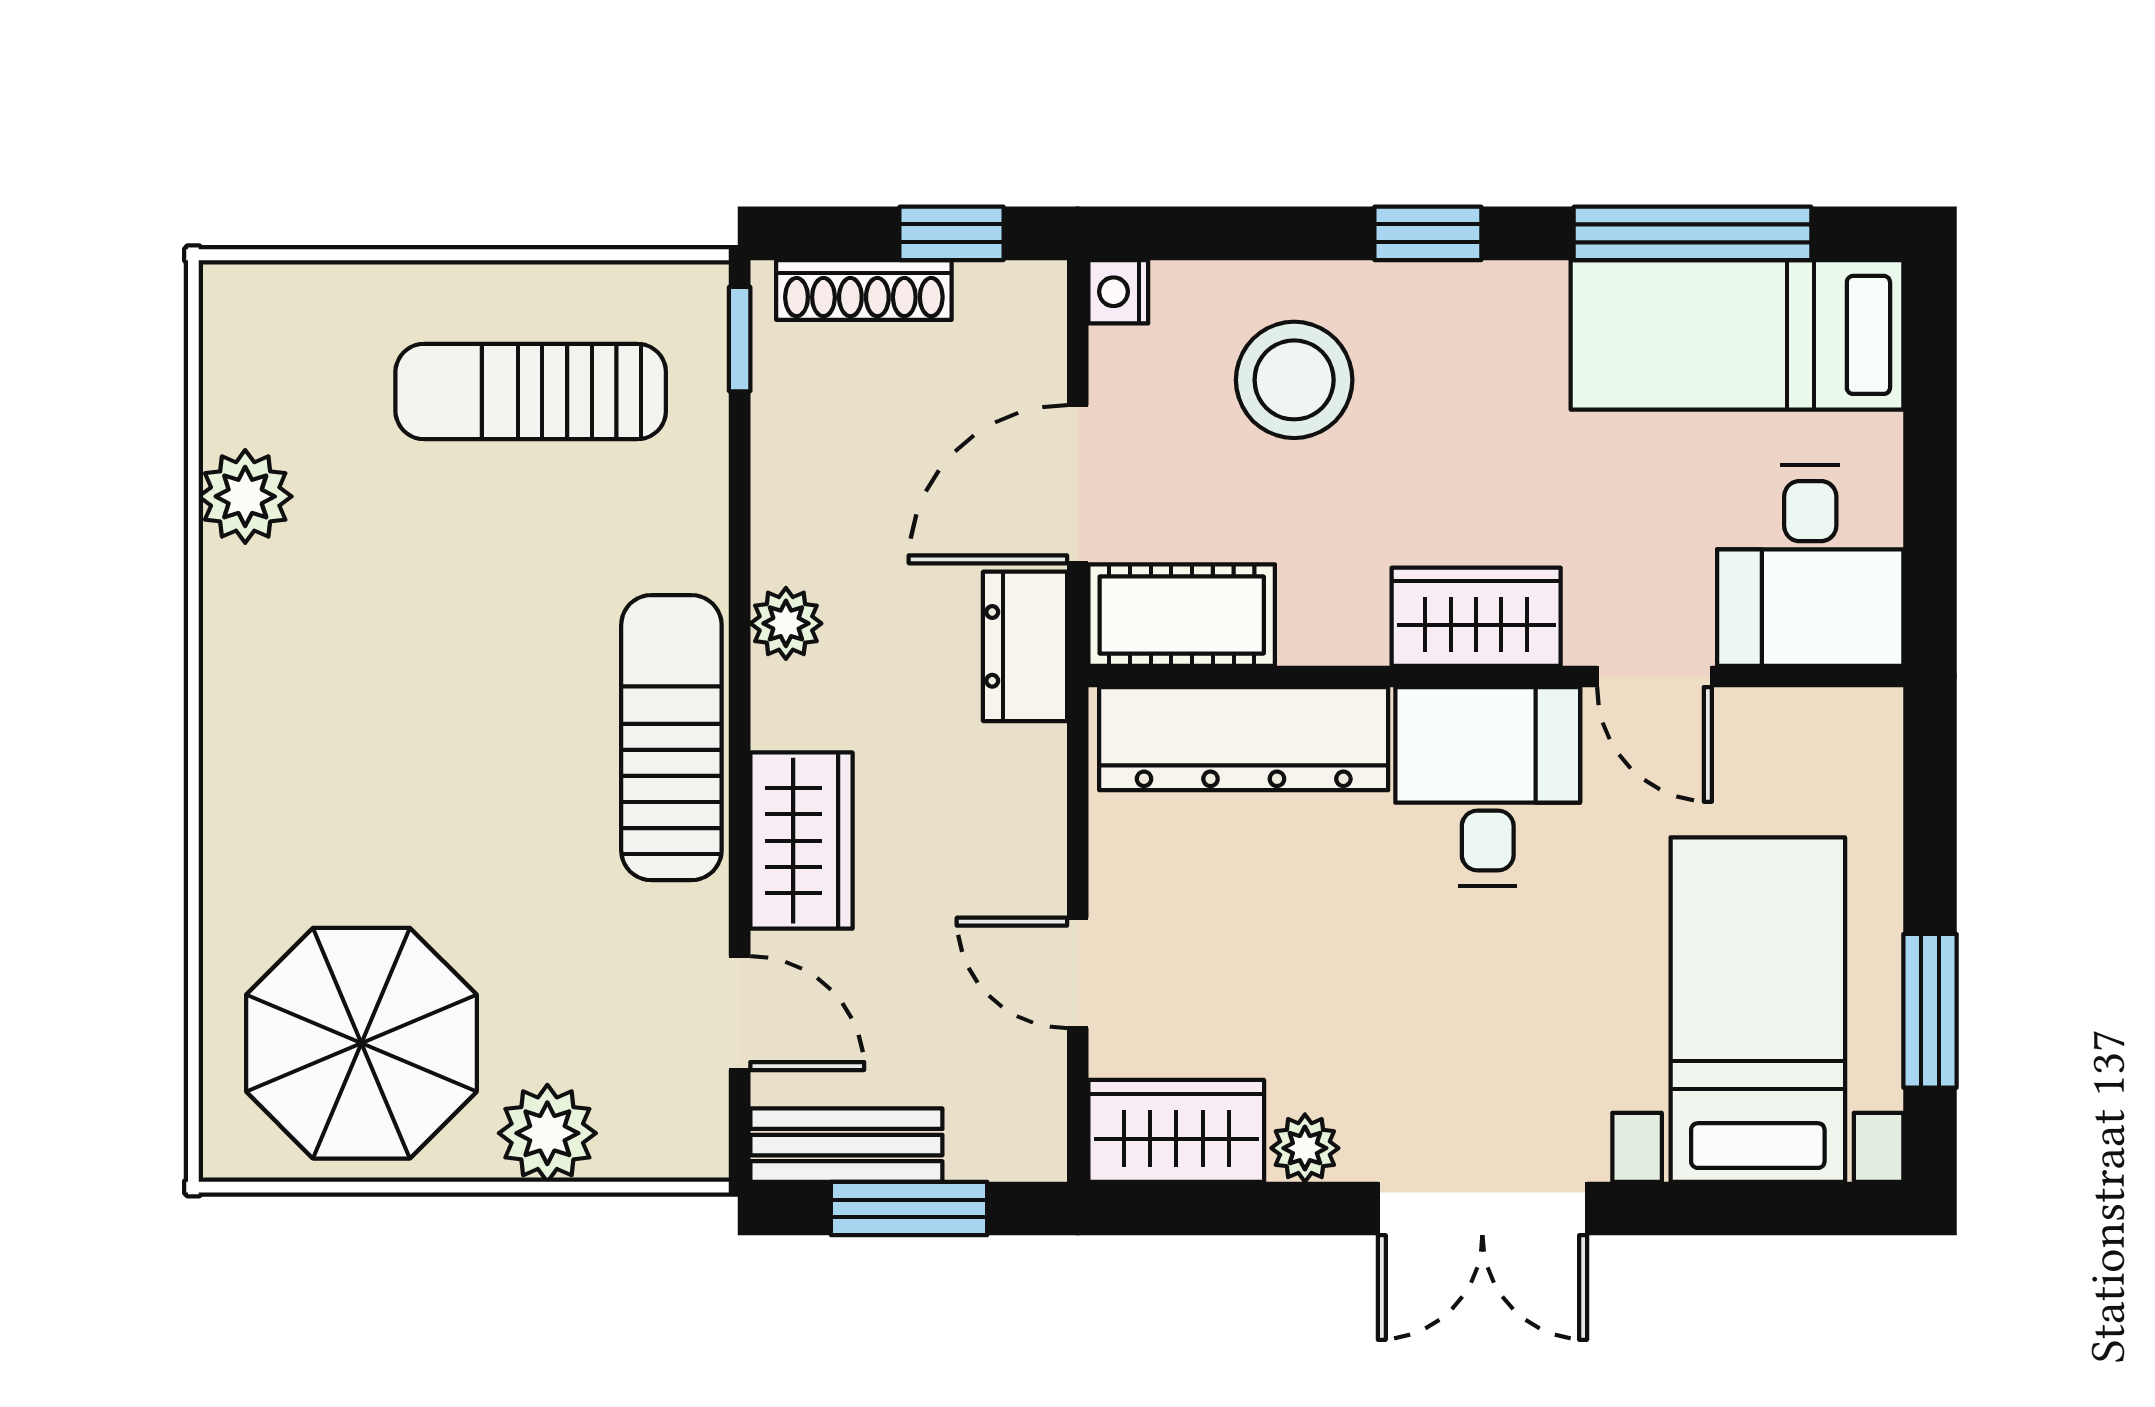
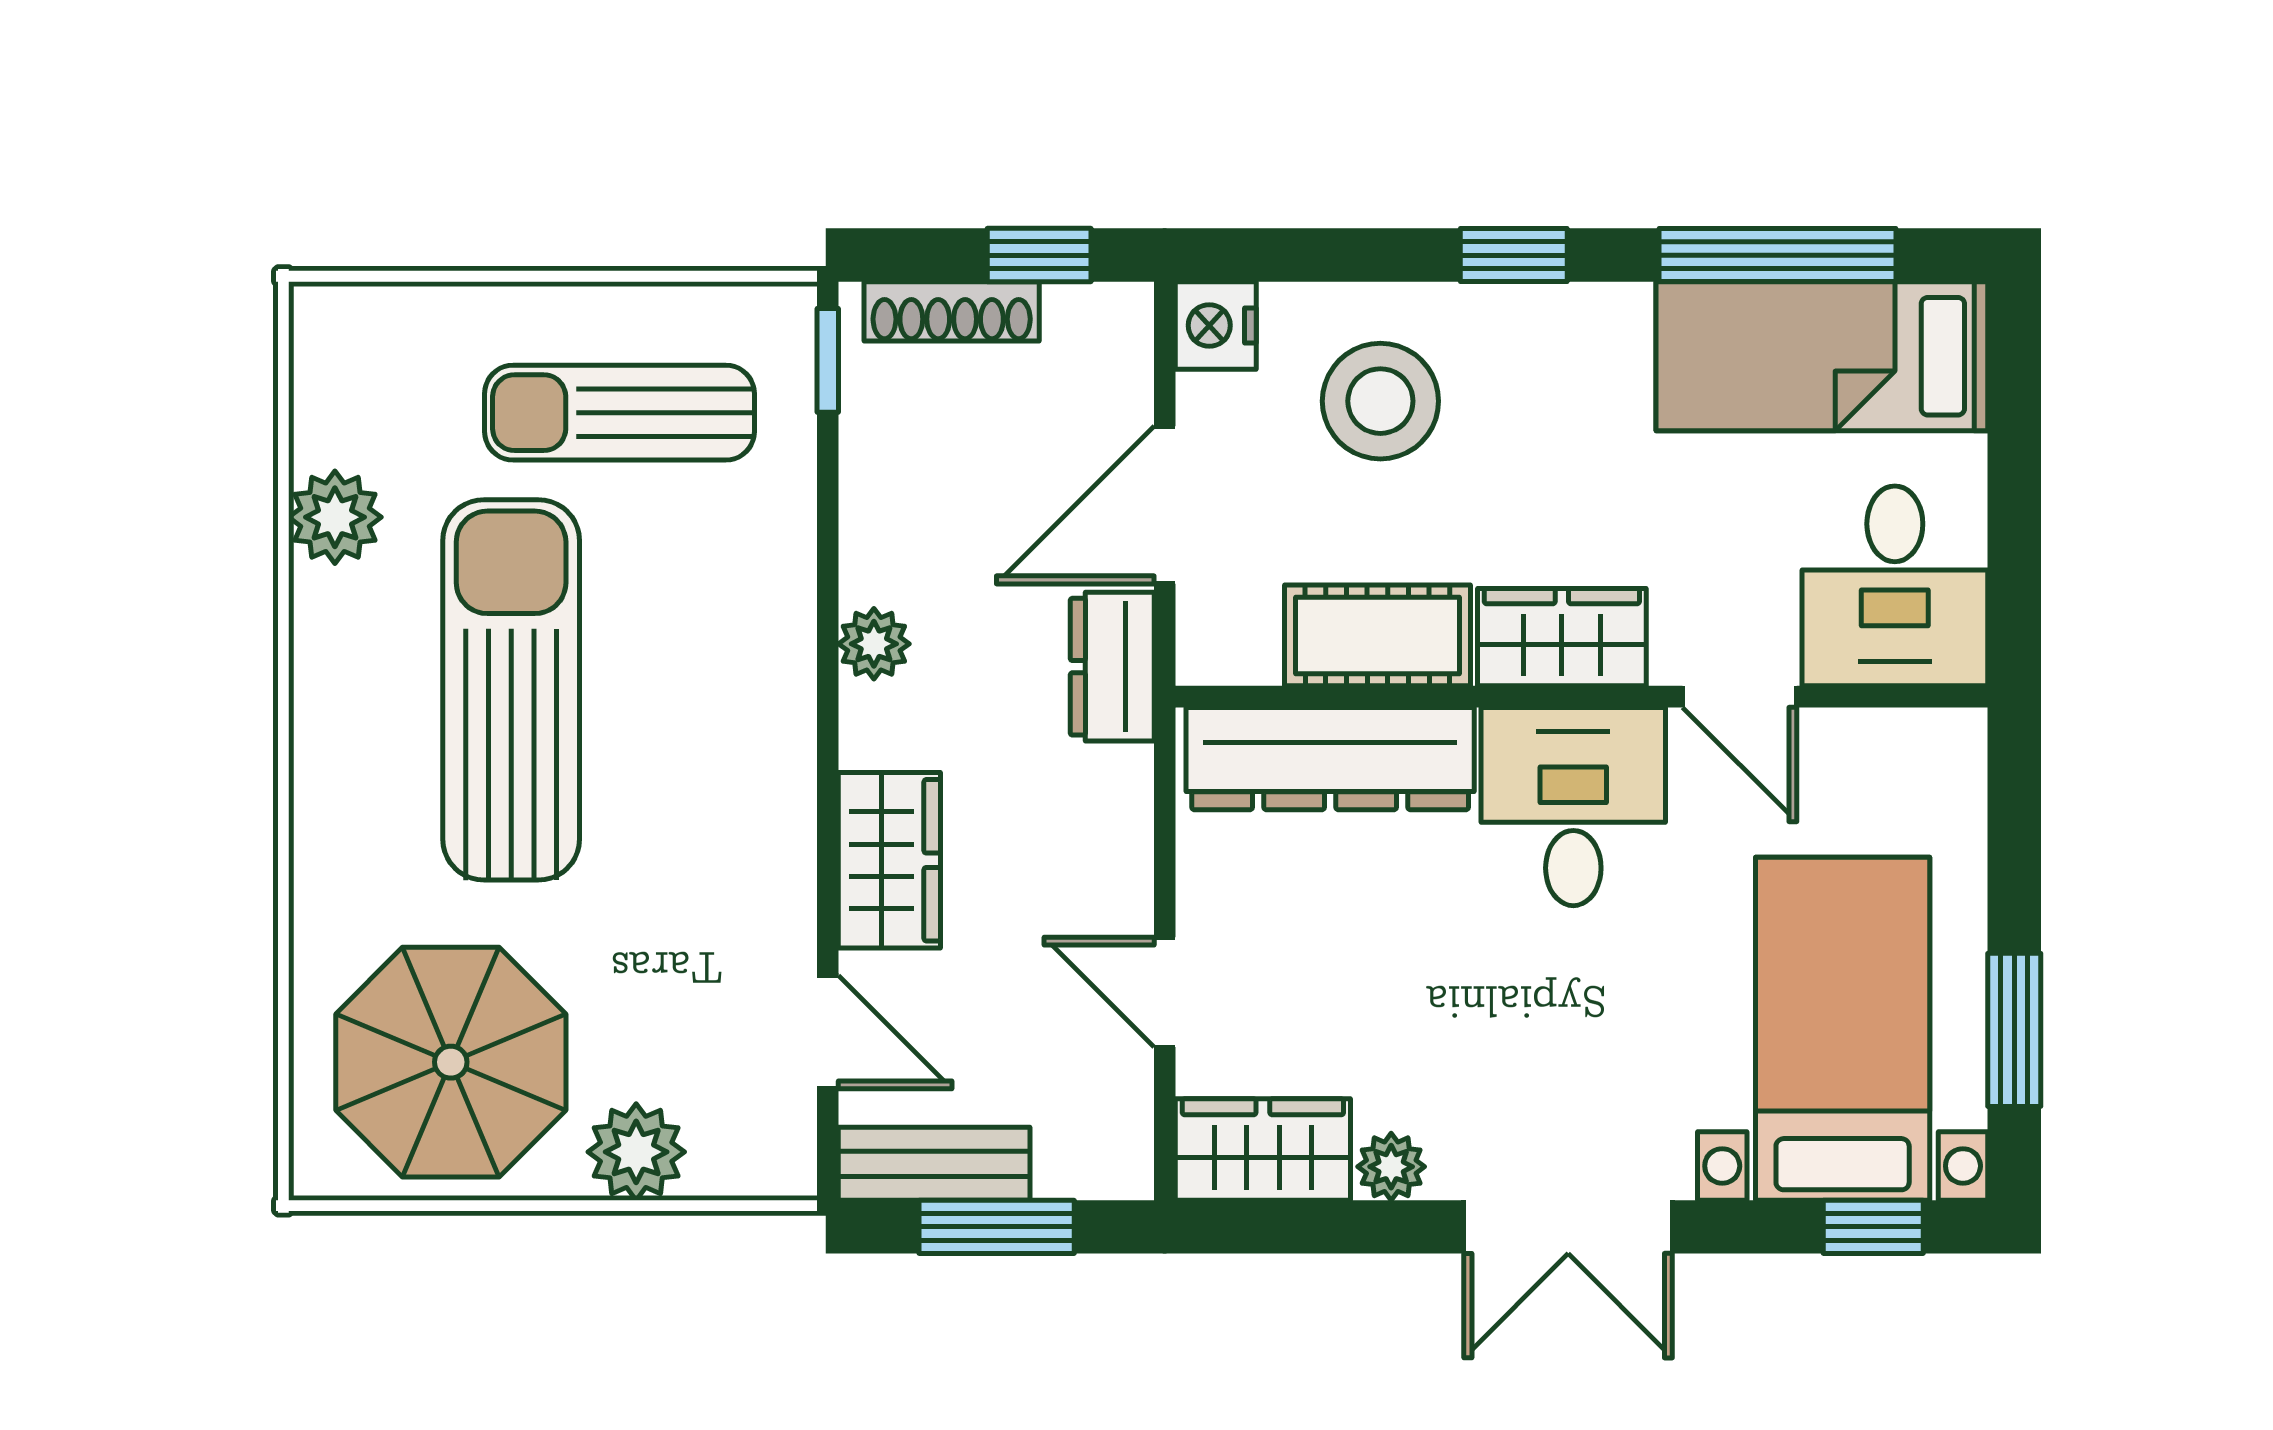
nightstand: (1118, 292) -> (1216, 325), width x1.39, depth x1.35
cot: (1182, 615) -> (1378, 635), moved
sun lounger: (671, 738) -> (511, 690), moved, width x1.36, depth x1.34
window: (1789, 1208) -> (1873, 1227), added

